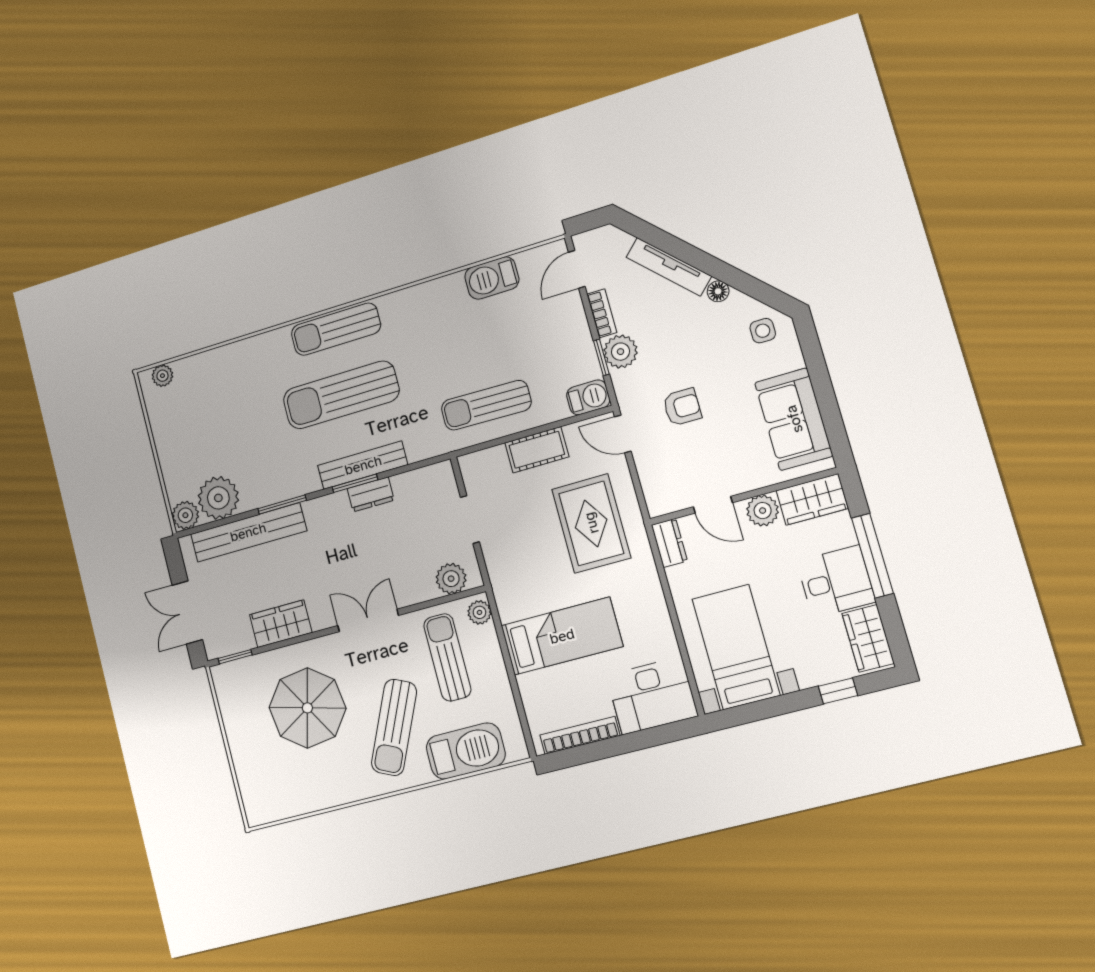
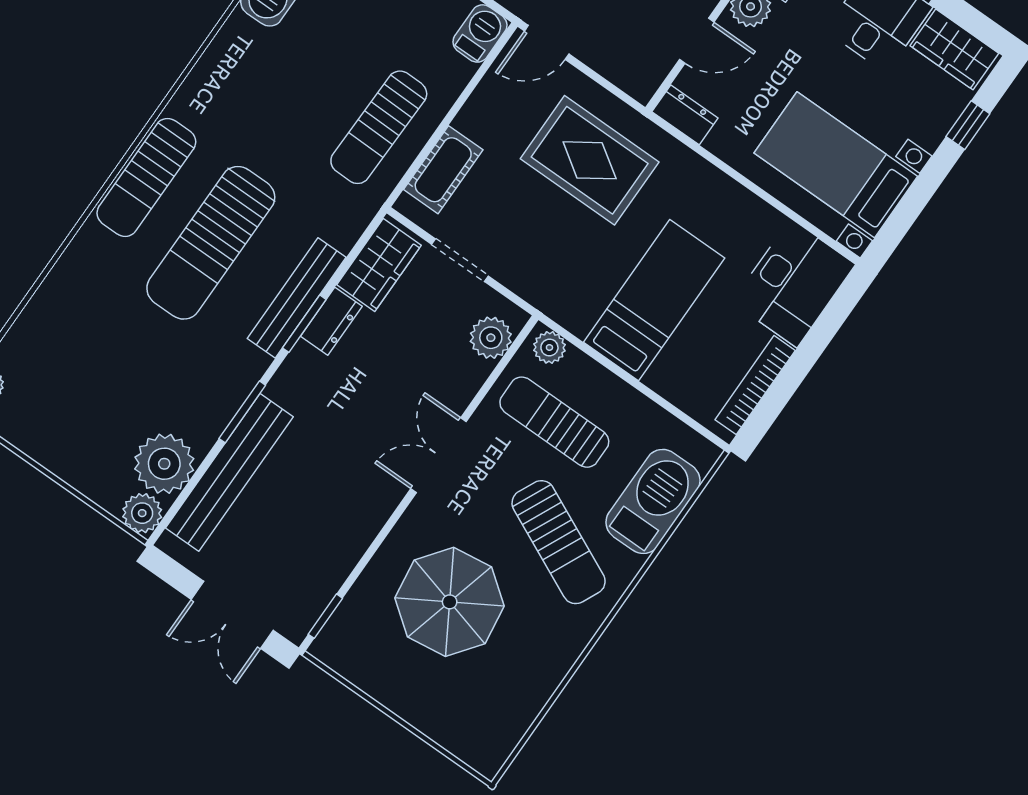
cot: (537, 450) -> (443, 170), moved
wardrobe: (281, 624) -> (379, 265), moved, turned 180

